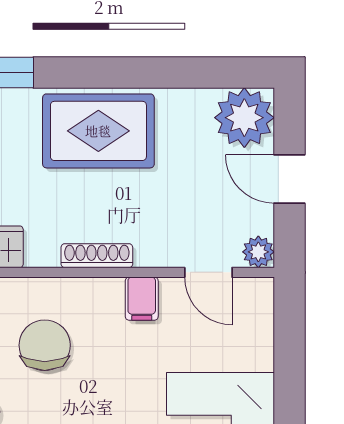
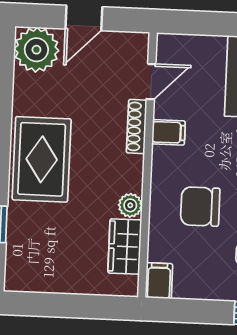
plant: (258, 252) -> (130, 205), moved
shoe rack: (97, 256) -> (137, 127), moved

